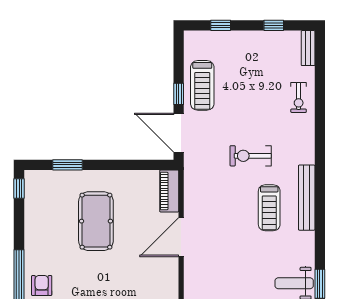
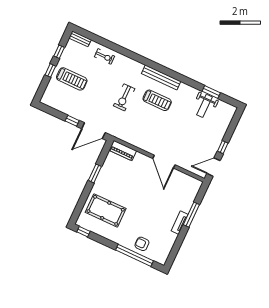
window: (221, 25) -> (50, 70), moved
treadmill: (202, 85) -> (72, 79), moved
window: (67, 165) -> (95, 173), moved
pool table: (96, 221) -> (106, 210), moved
door: (181, 237) -> (164, 162), moved

